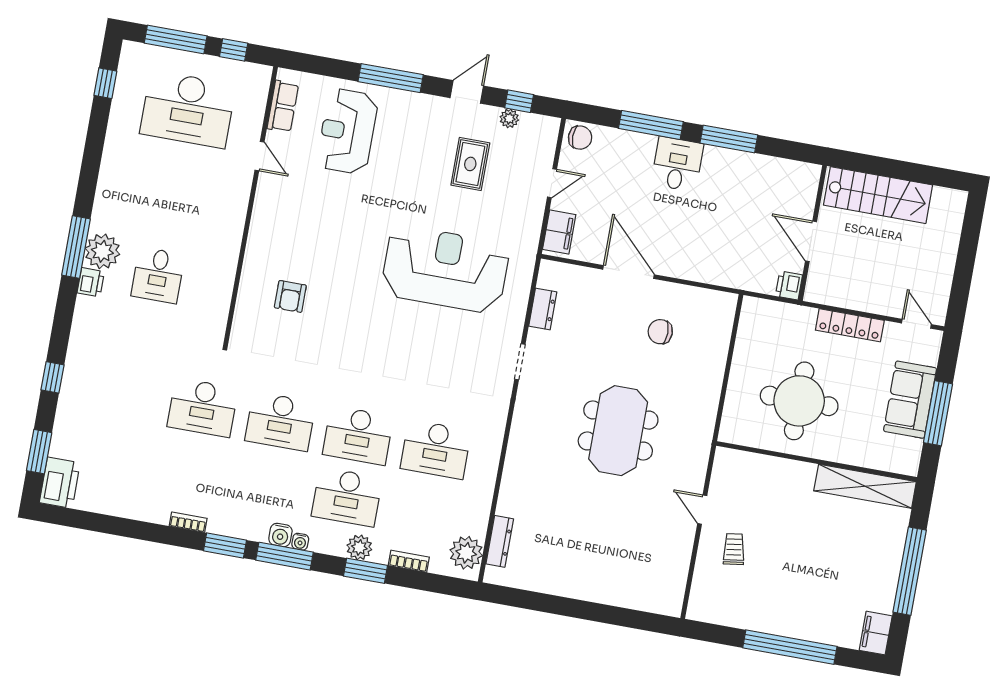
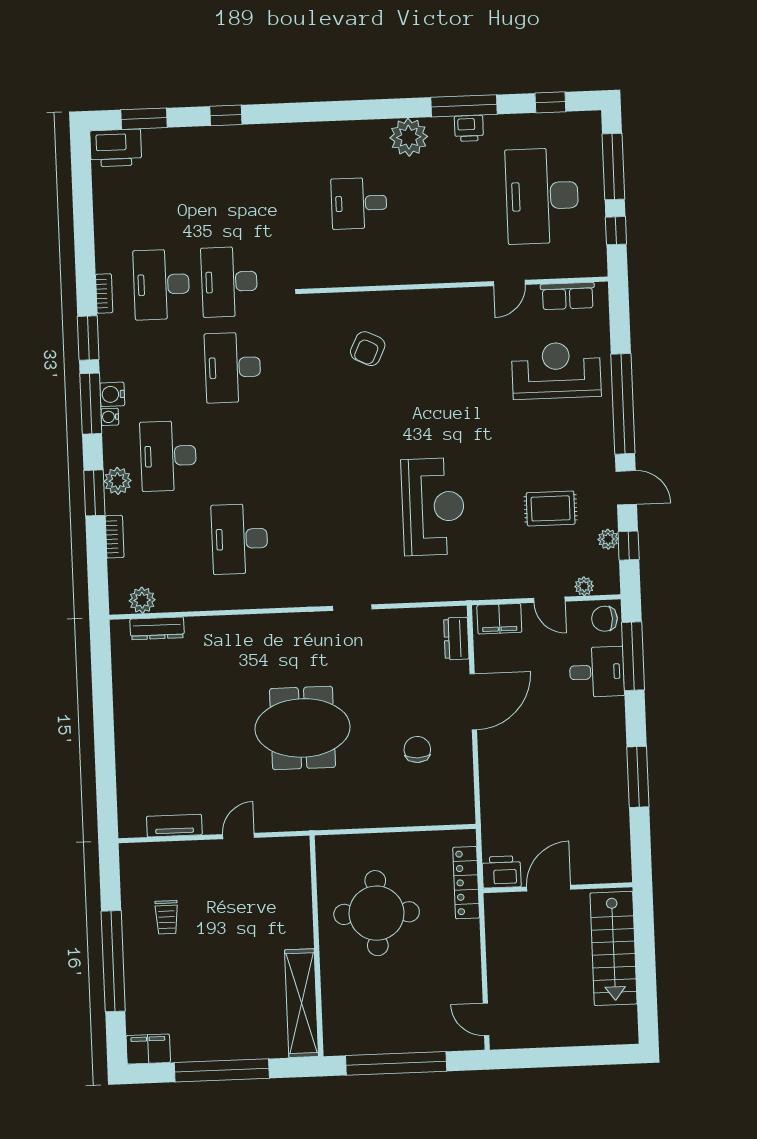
window: (391, 78) -> (623, 404), width x1.46
window: (651, 125) -> (633, 656), moved
chair: (580, 138) -> (604, 619), turned 90
plant: (547, 149) -> (584, 586), added
desk: (677, 164) -> (597, 672), moved
window: (76, 247) -> (464, 106), moved
plant: (102, 251) -> (409, 137), moved
reception desk: (445, 269) -> (433, 507), width x0.74, depth x0.77
printer: (91, 282) -> (469, 128), moved
printer: (789, 285) -> (502, 872), width x1.36, depth x1.24
armchair: (290, 296) -> (368, 349), turned -64
dresser: (543, 309) -> (456, 639), moved, turned 90
door: (916, 324) -> (486, 1019), swing flipped
locker: (850, 325) -> (466, 883), moved
sofa: (910, 400) -> (404, 1031), removed
window: (938, 413) -> (396, 1063), width x1.46
desk: (358, 435) -> (161, 284), moved
trolley: (734, 549) -> (167, 917), moved, turned 98
plant: (466, 553) -> (142, 600), width x0.73, depth x0.73
tv unit: (680, 565) -> (174, 826), added

